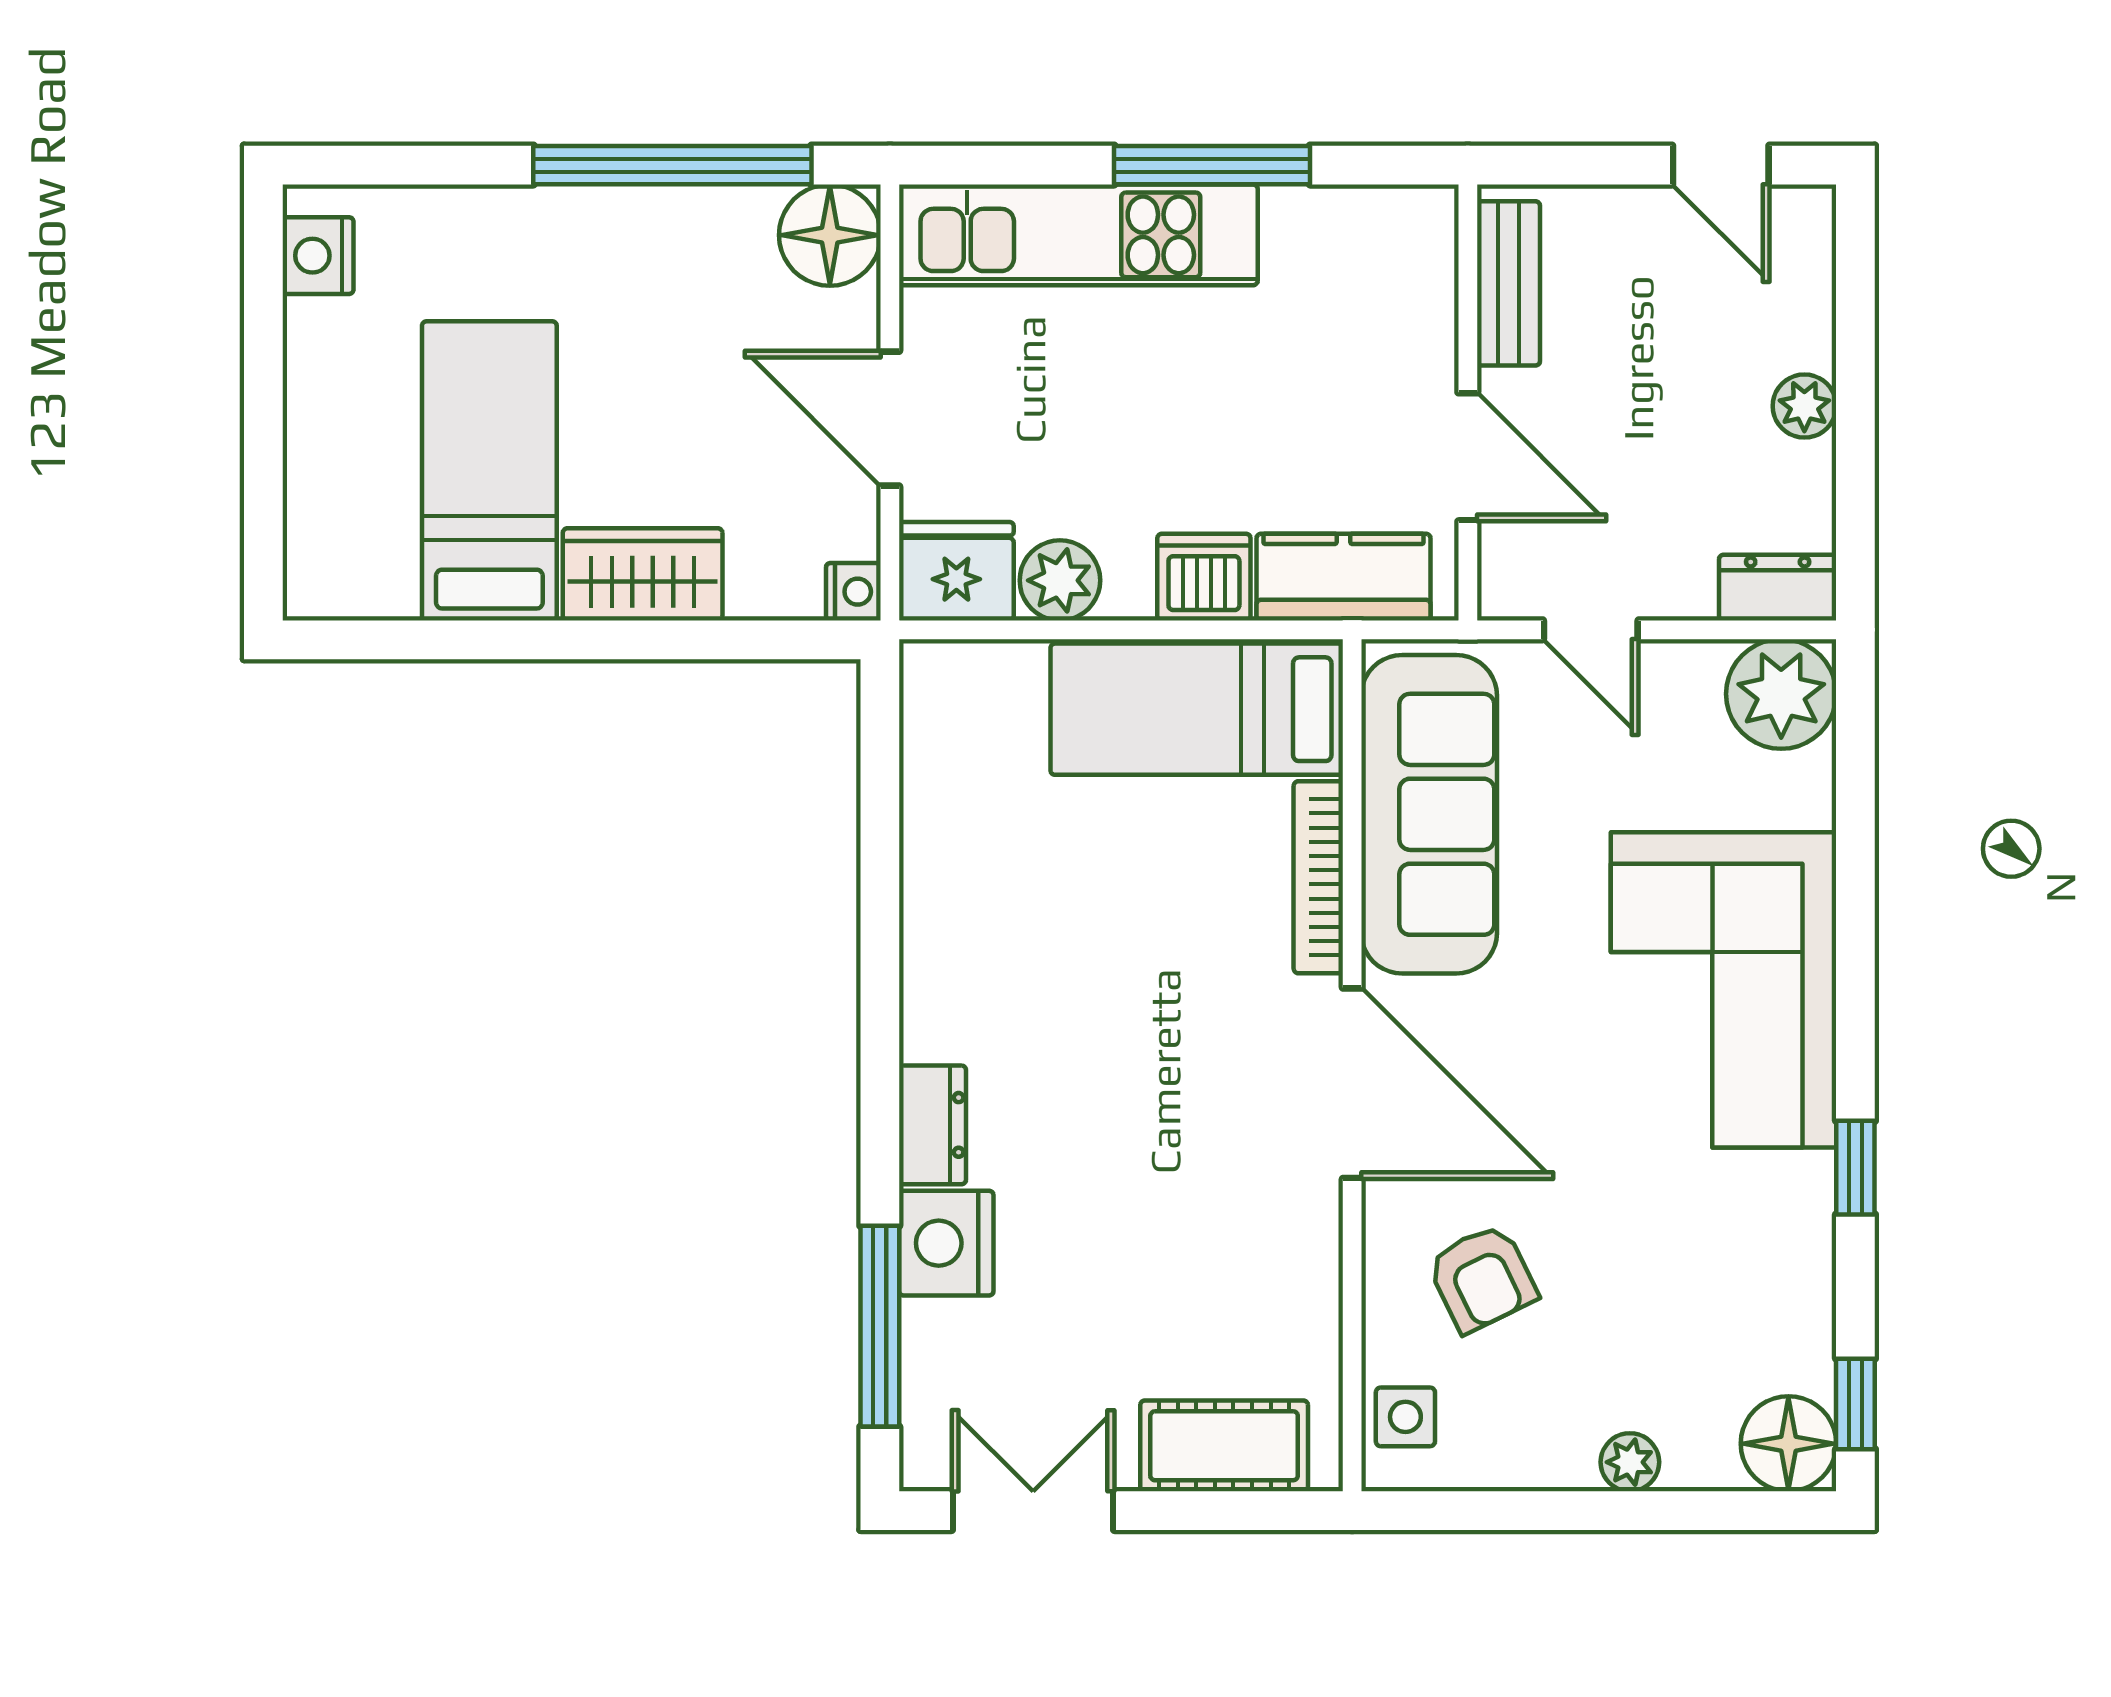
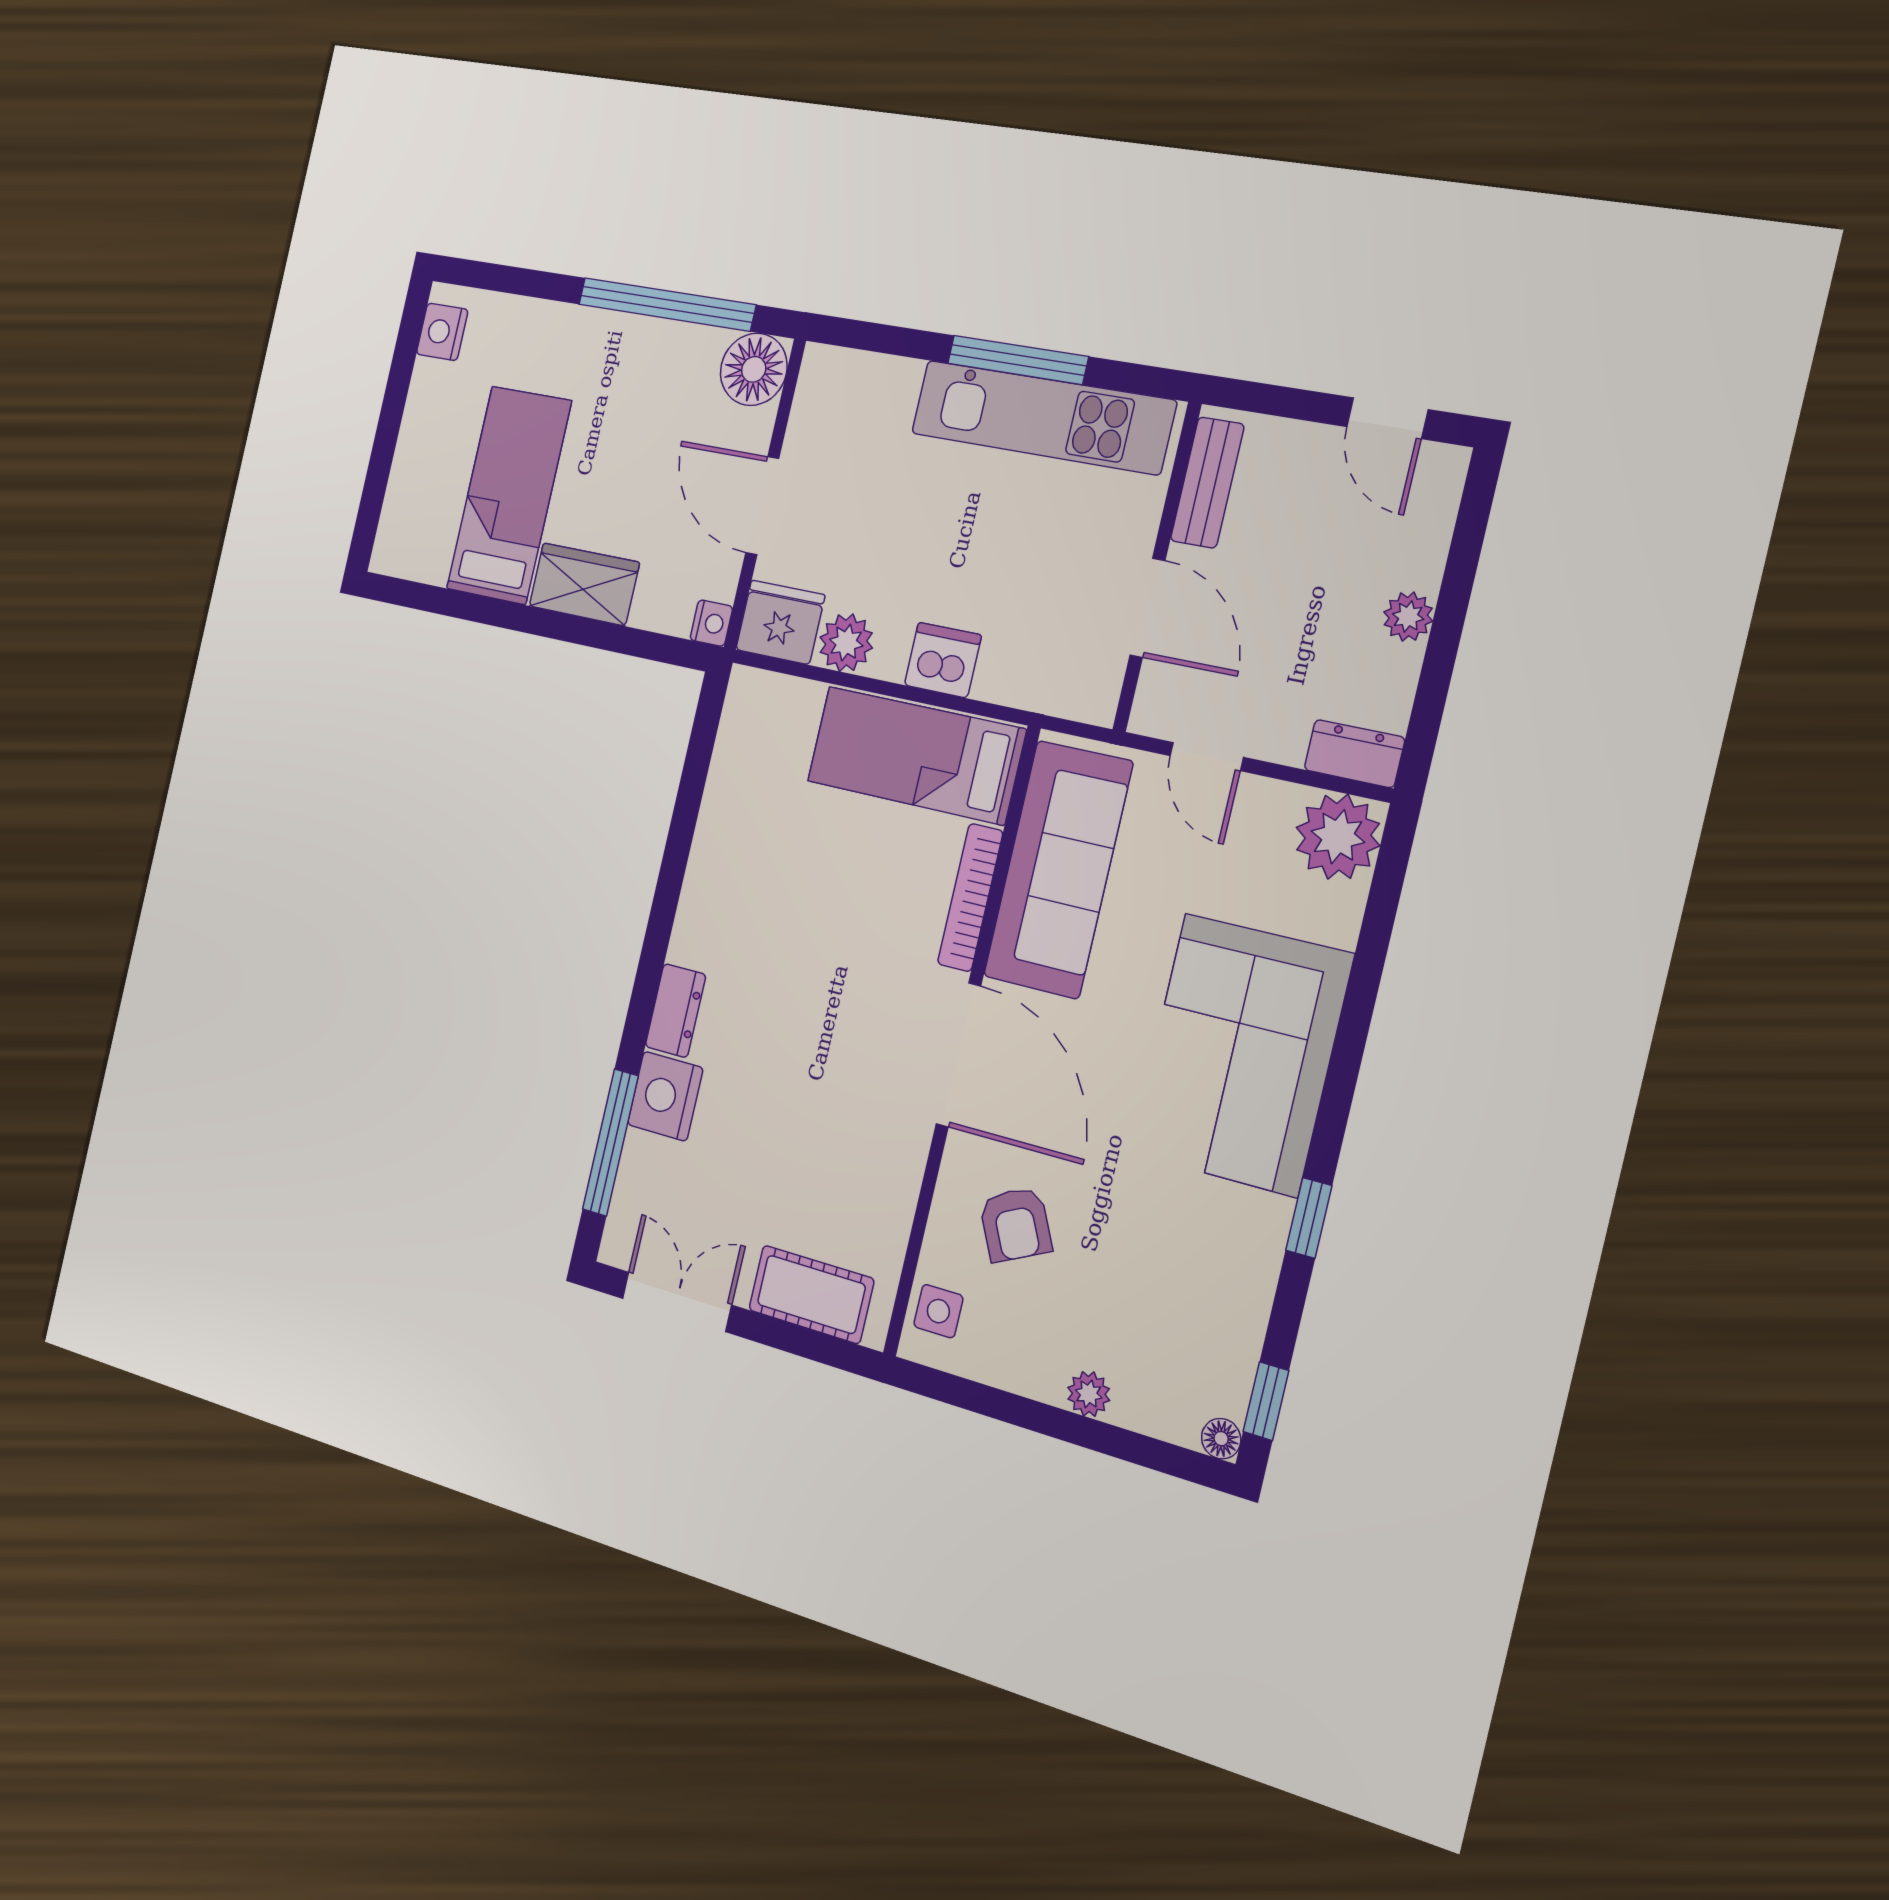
kitchen unit: (1078, 235) -> (1042, 417), moved
kitchen counter: (1343, 577) -> (1039, 680), removed
floor lamp: (1788, 1444) -> (1221, 1439), width x0.53, depth x0.53

